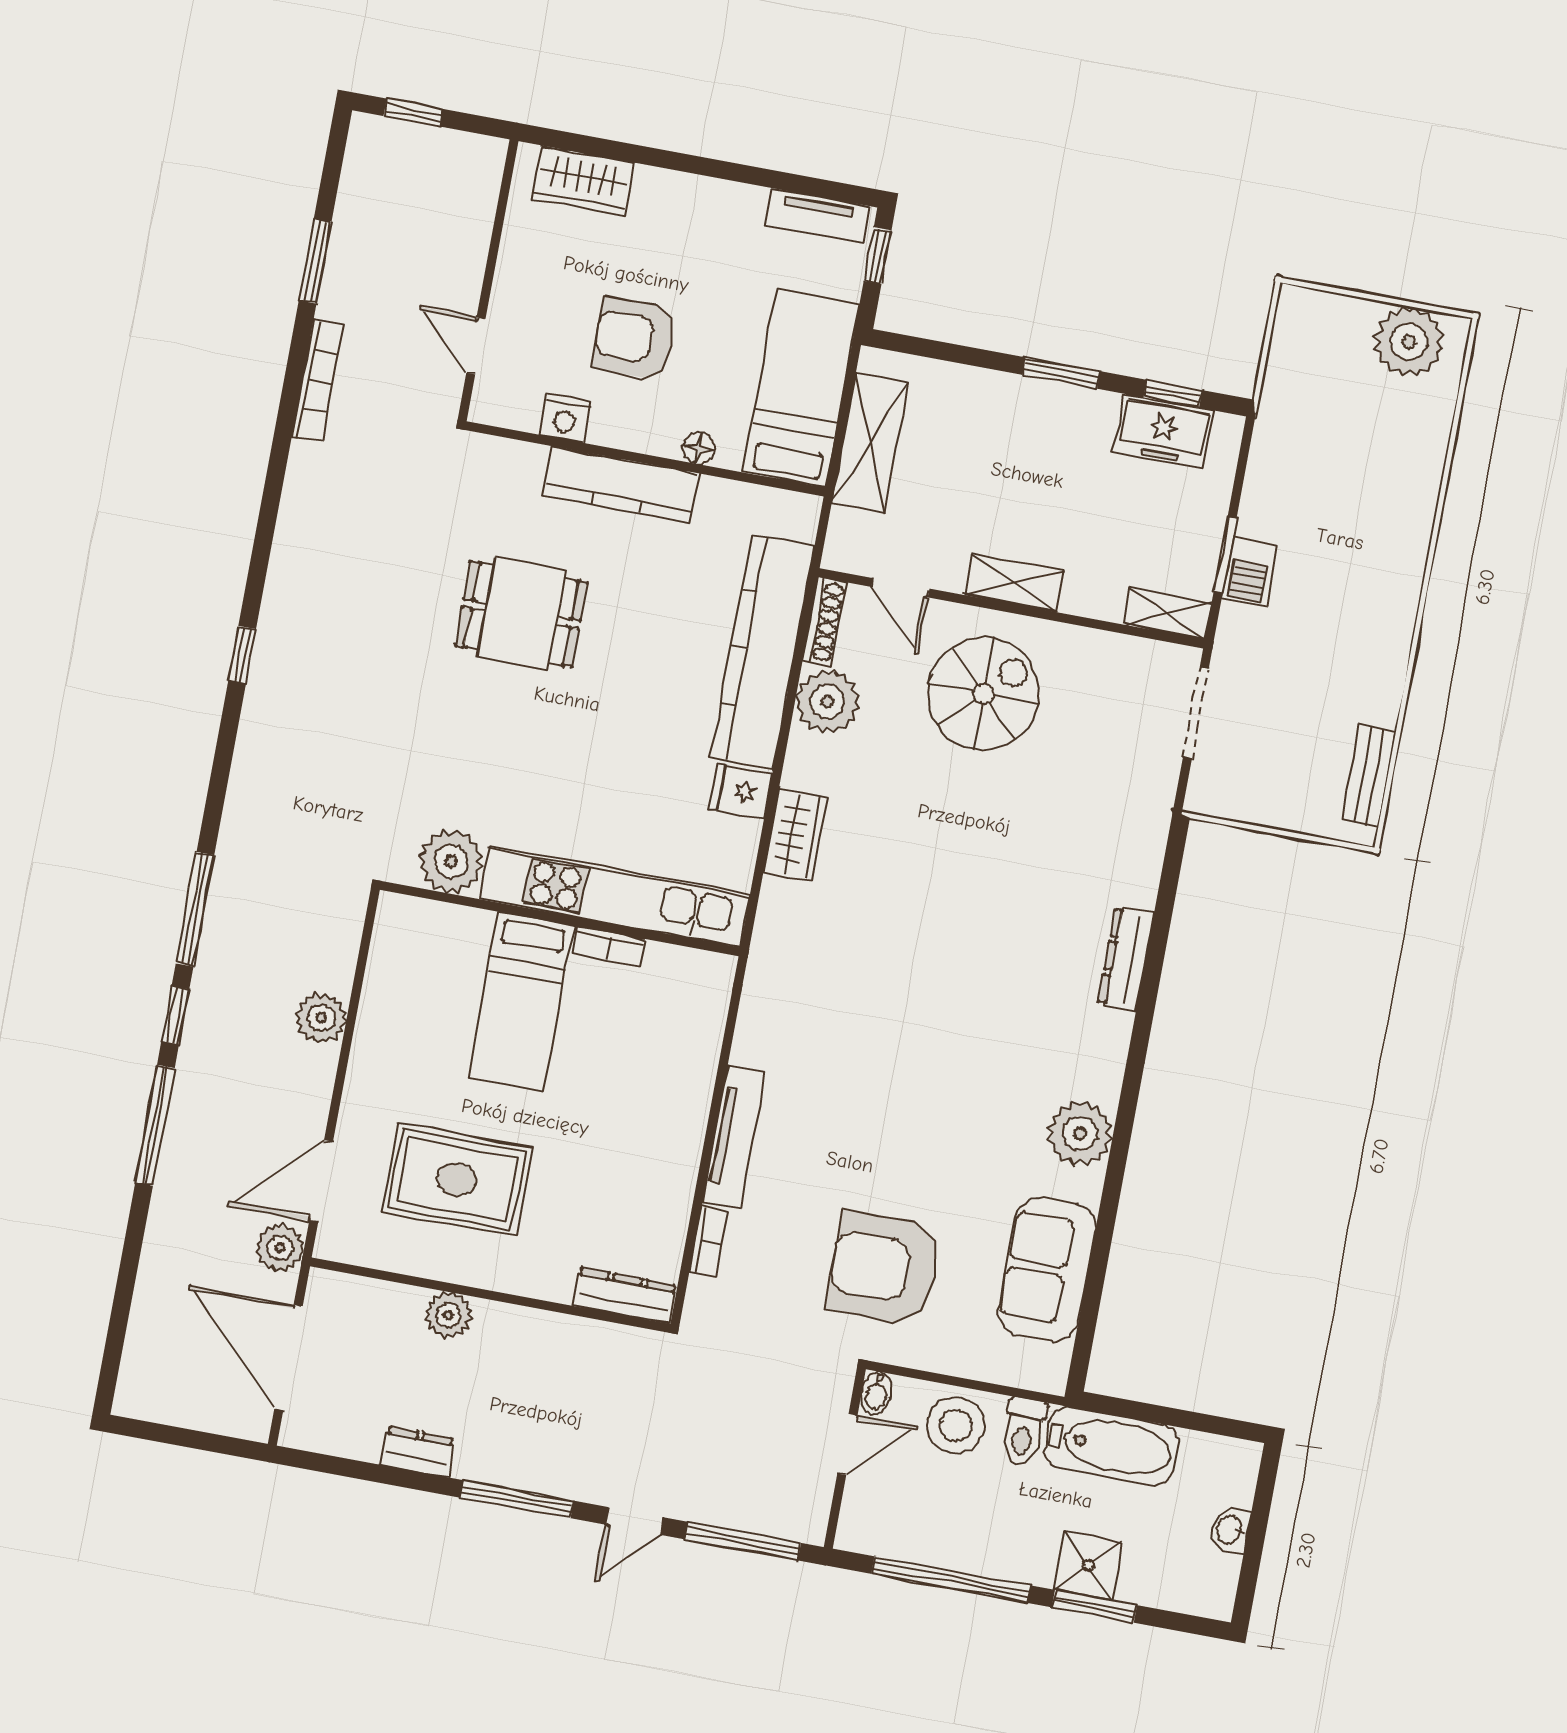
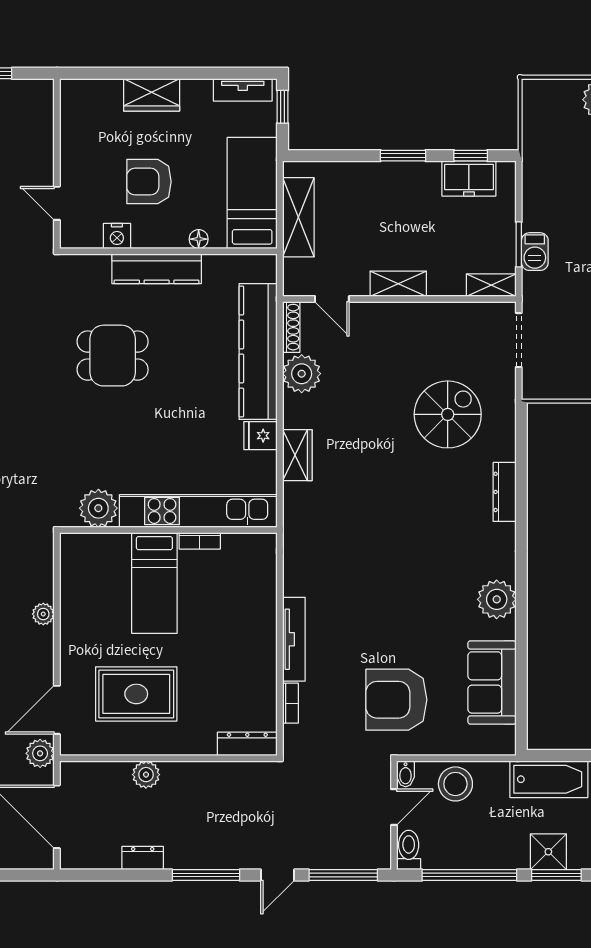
wardrobe: (583, 181) -> (152, 95), moved
spiral stairs: (984, 694) -> (448, 414), moved
plant: (321, 1018) -> (43, 614), width x0.73, depth x0.73
toilet: (1023, 1432) -> (409, 850), moved, turned 180

